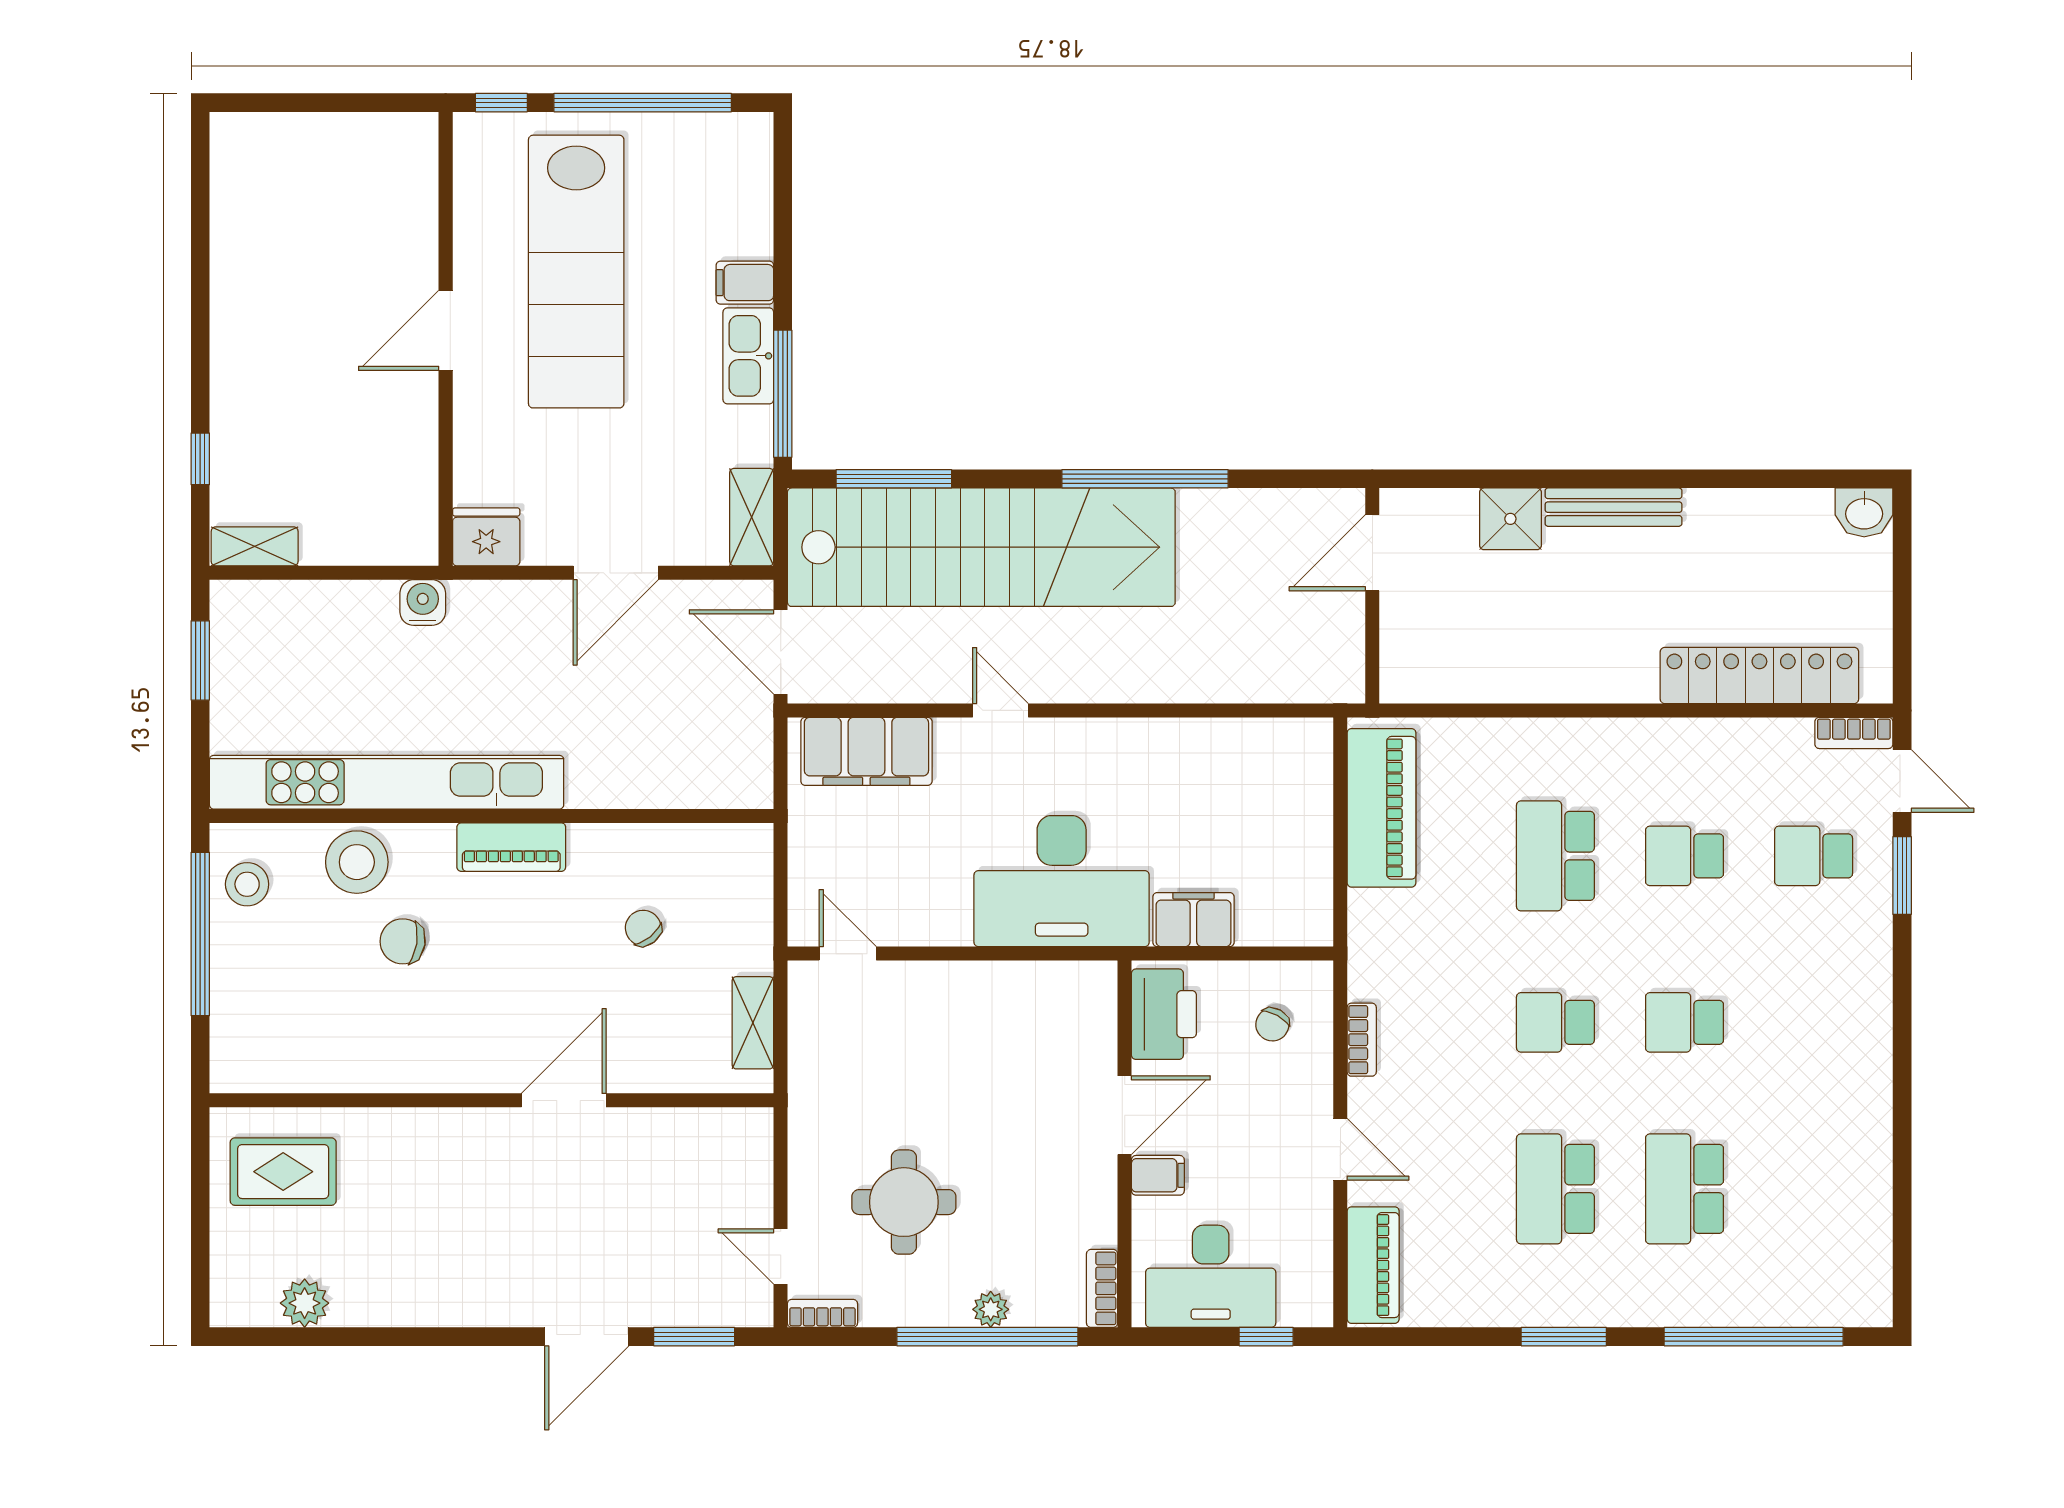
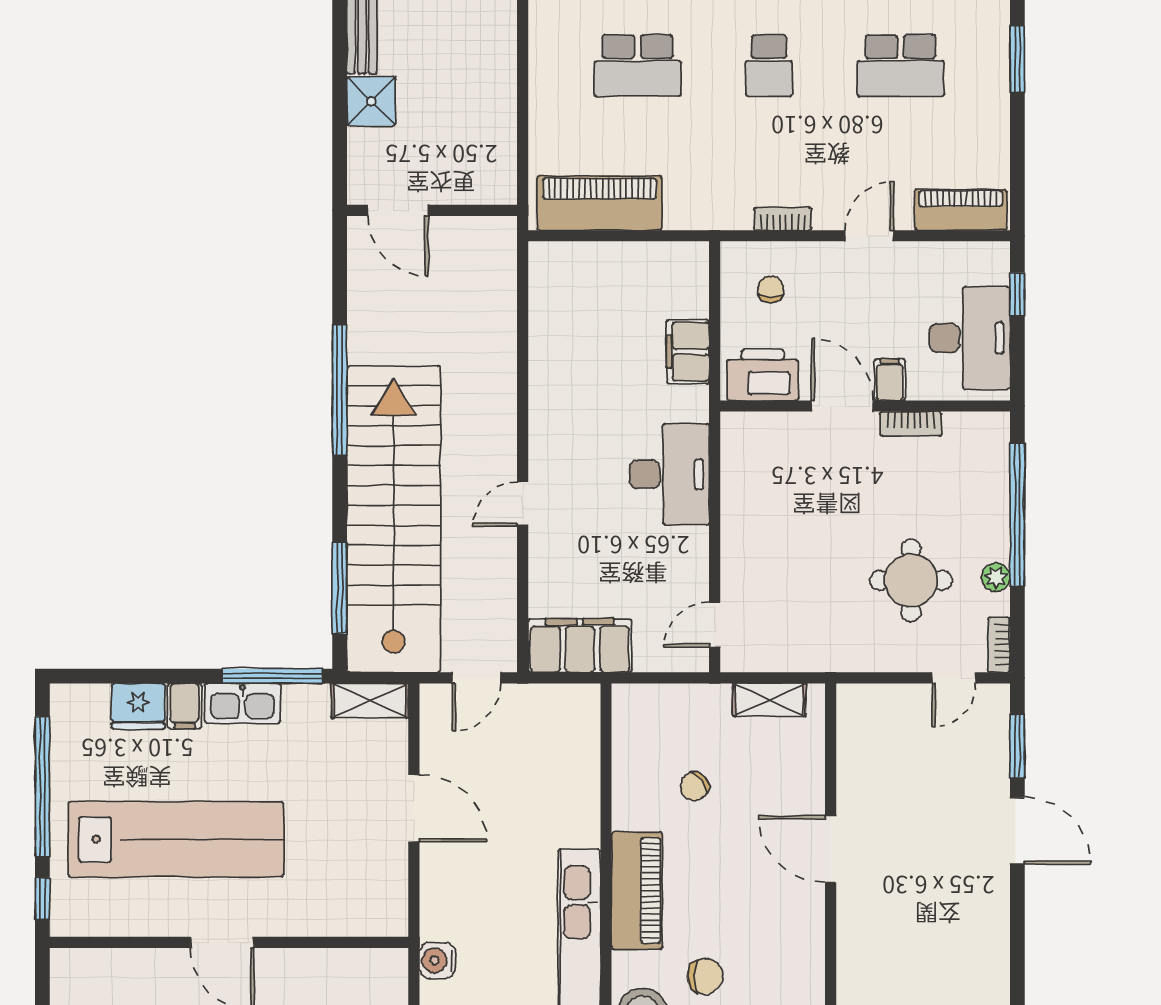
fridge: (486, 537) -> (138, 706), moved, turned -90
door: (781, 652) -> (476, 678), width x0.73
filing cabinet: (866, 751) -> (580, 646), moved, turned -90
piano: (511, 847) -> (637, 891), width x1.37, depth x1.33
desk: (1062, 881) -> (669, 474), width x0.73, depth x0.77
chair: (403, 941) -> (705, 976), turned -99
chair: (1272, 1024) -> (771, 289), turned -119
bookcase: (1102, 1288) -> (911, 424), moved
plant: (991, 1309) -> (996, 577), moved

